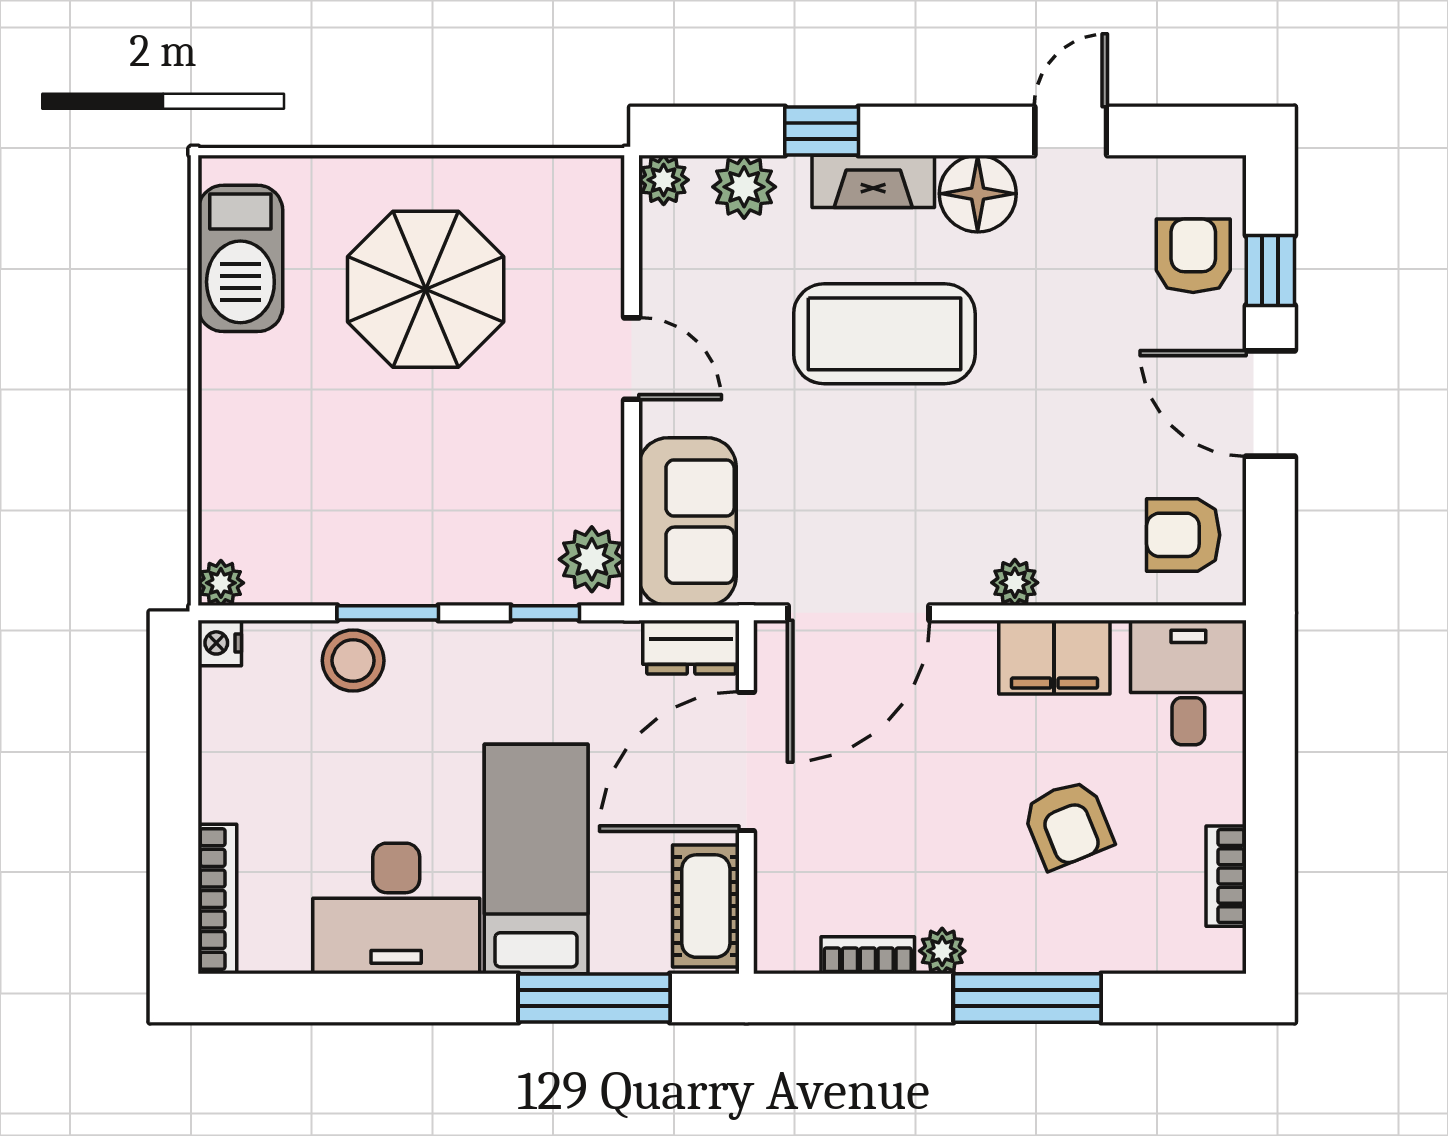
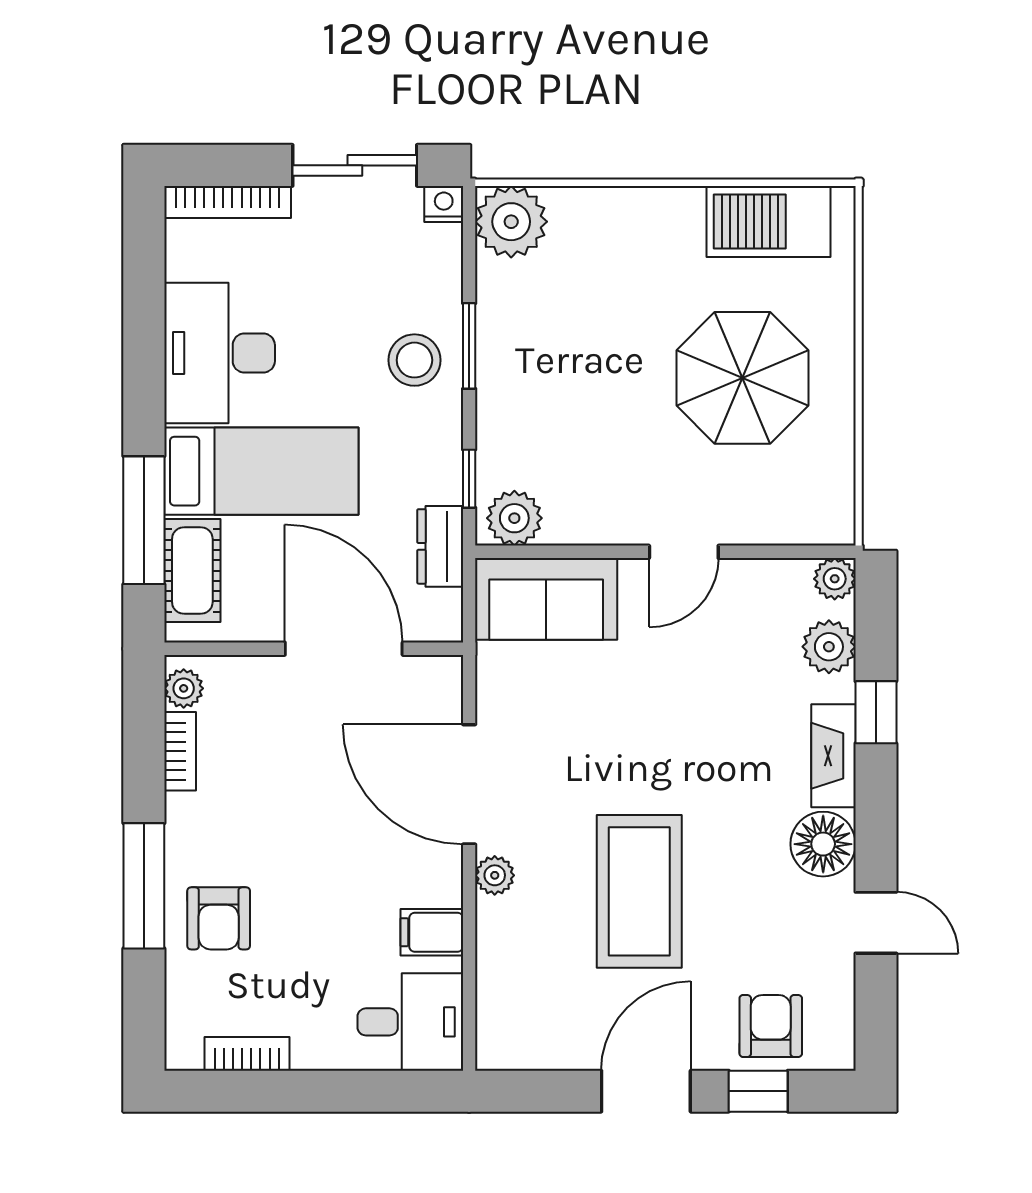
armchair: (1193, 256) -> (771, 1026), turned -90
coffee table: (884, 334) -> (639, 891), moved
armchair: (1183, 535) -> (535, 1017), removed
plant: (221, 583) -> (511, 222), width x1.88, depth x1.88
door: (859, 613) -> (469, 784), moved
dresser: (691, 647) -> (440, 546), moved
filing cabinet: (1054, 657) -> (432, 932), width x0.50
stool: (353, 661) -> (414, 360), moved
sliding door: (174, 748) -> (355, 165), added
armchair: (1068, 824) -> (219, 918), moved, turned -68
cot: (706, 906) -> (192, 571), moved, turned 90
plant: (942, 951) -> (184, 688), moved

